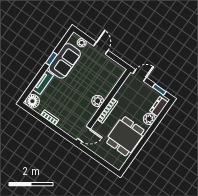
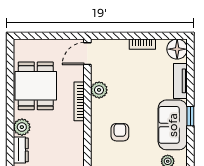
armchair: (97, 77) -> (120, 132), added
plant: (98, 101) -> (99, 90), moved

